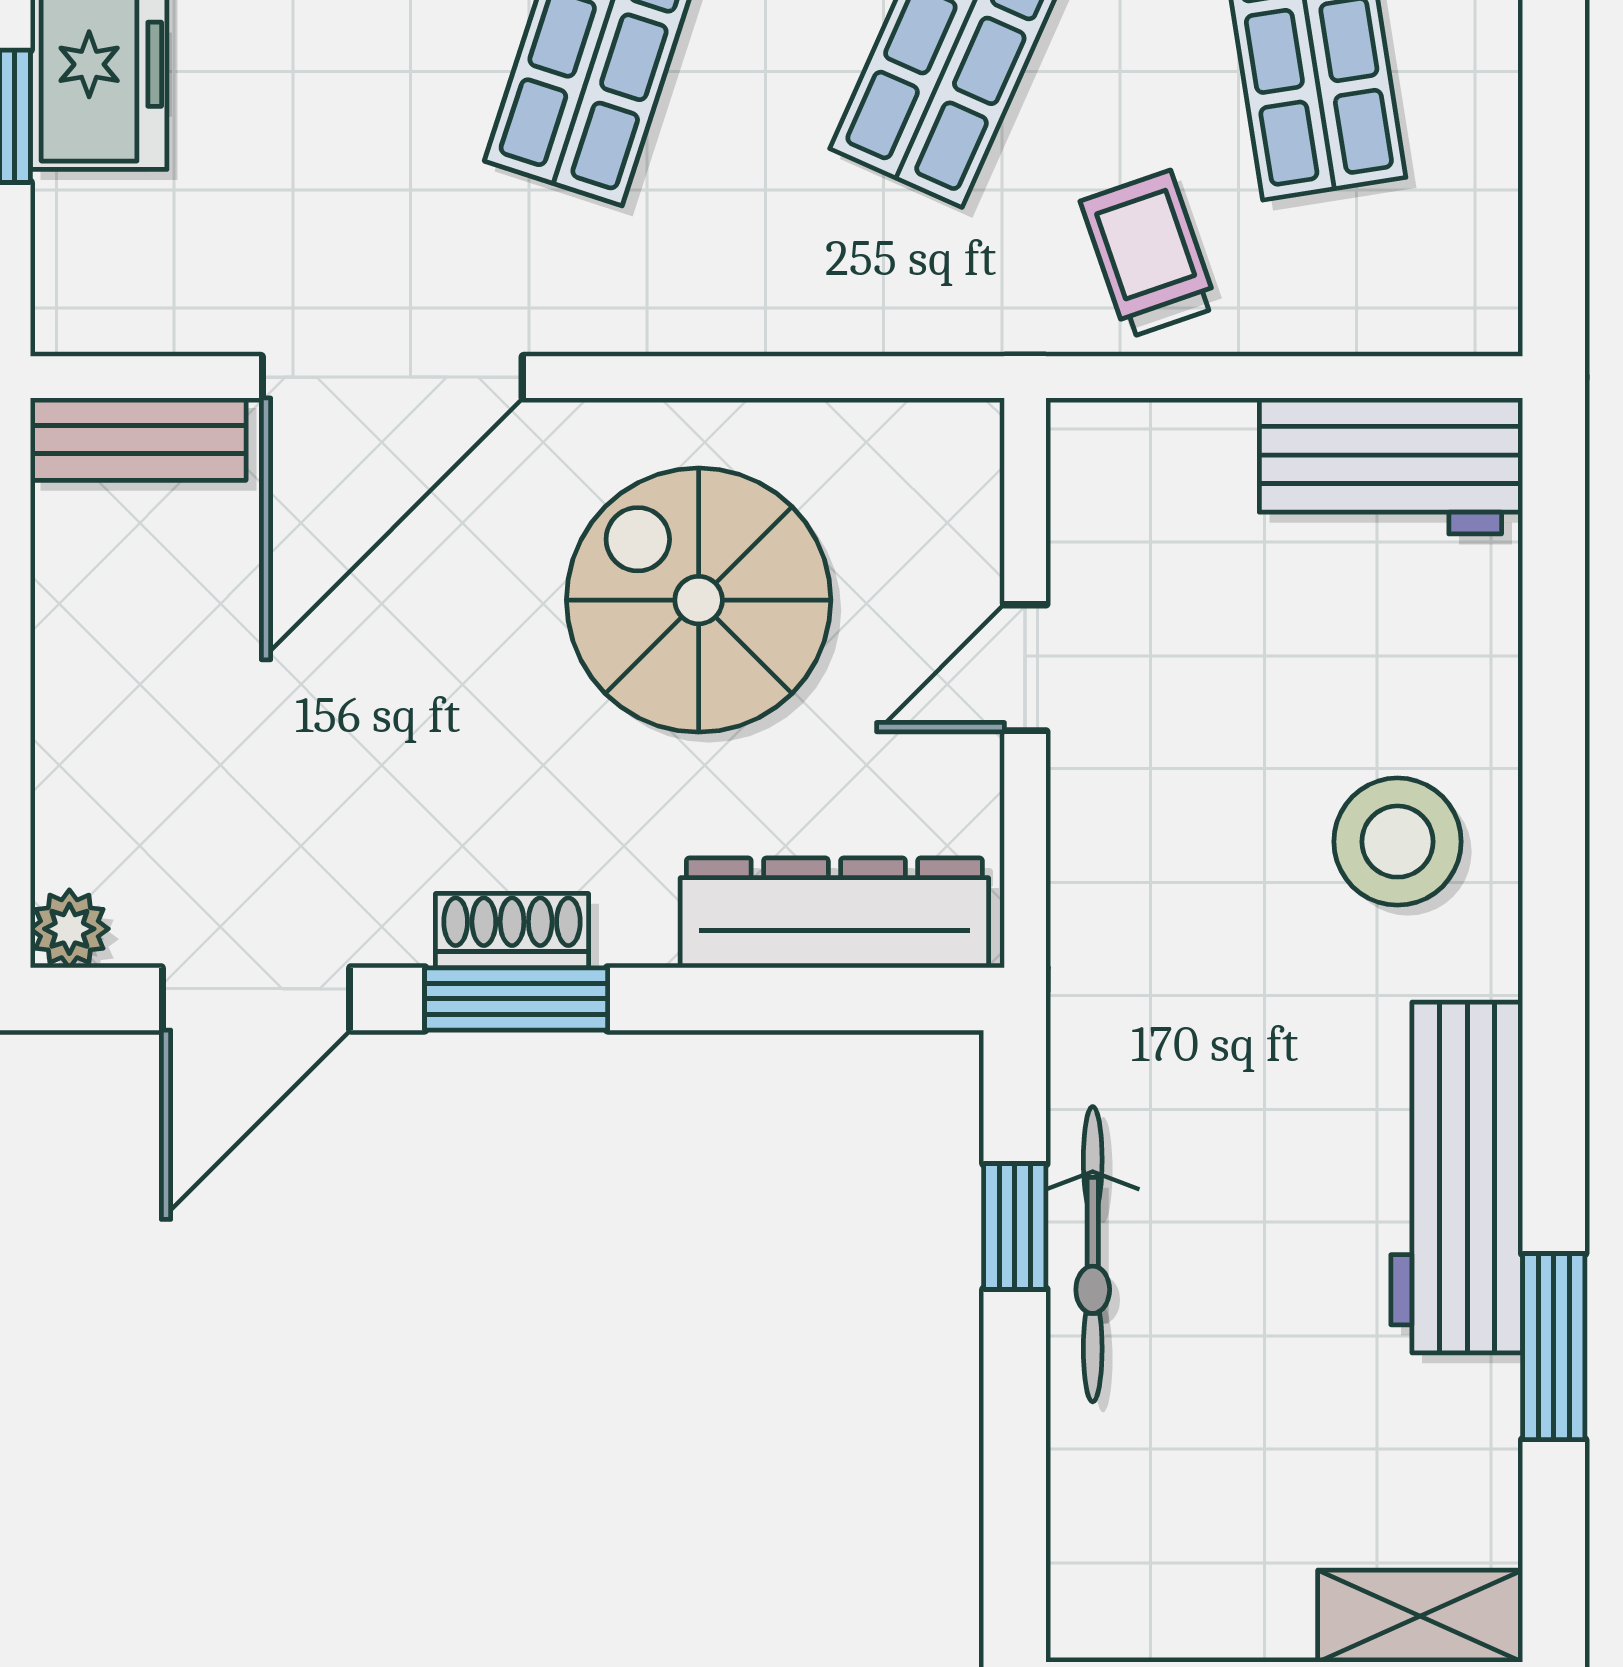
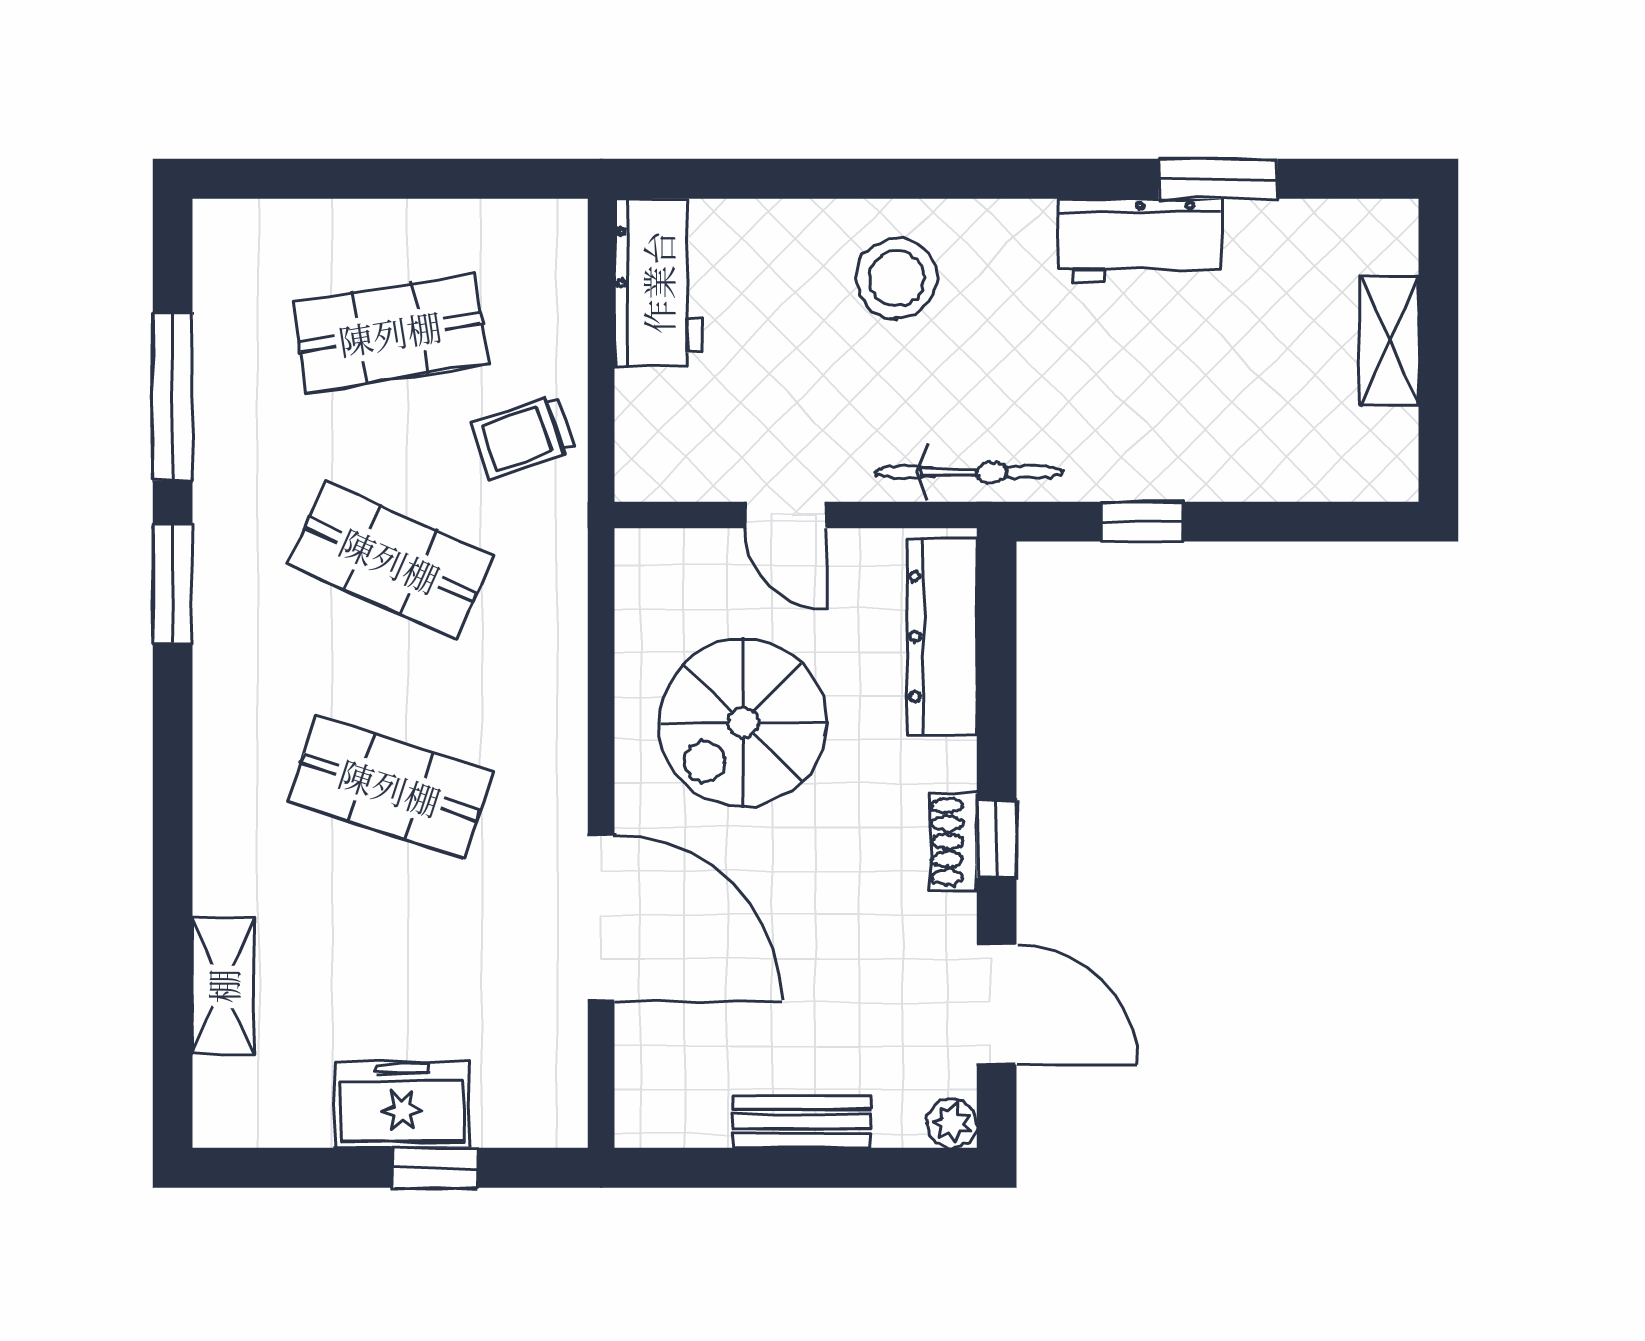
bench: (138, 439) -> (802, 1122), moved, turned 90
window: (516, 999) -> (997, 839), width x0.67
workbench: (1457, 1177) -> (1141, 240), width x0.73
bicycle: (1093, 1254) -> (970, 472), moved
shelving: (1420, 1616) -> (1389, 341), moved

